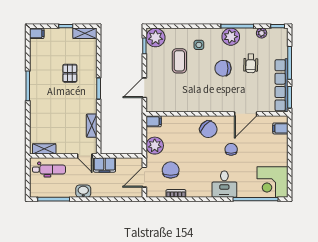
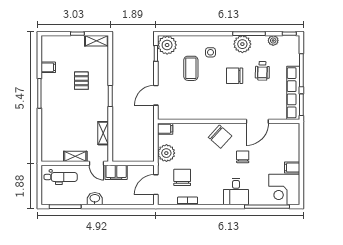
filing cabinet: (37, 33) -> (48, 67), moved
filing cabinet: (280, 128) -> (292, 168), moved
shelving: (44, 149) -> (75, 156), moved

